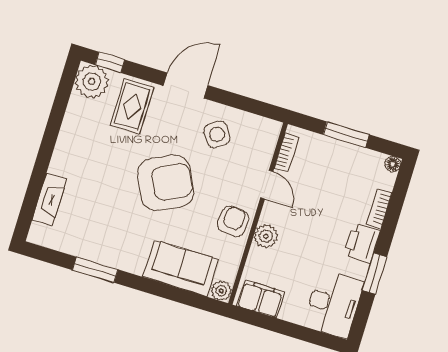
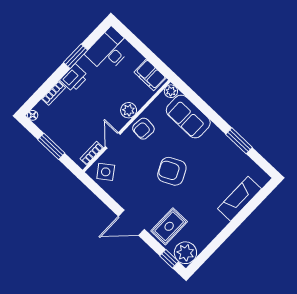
side table: (217, 134) -> (106, 172), moved
armchair: (166, 183) -> (172, 171), width x0.73, depth x0.73
fireplace: (49, 199) -> (239, 199), width x1.37, depth x1.32

